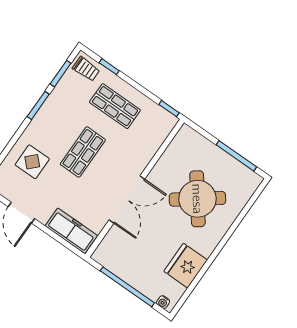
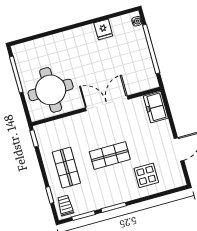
round table: (197, 199) -> (51, 90), moved, turned 36
freezer: (71, 231) -> (156, 107), width x0.71
fridge: (186, 266) -> (103, 29), width x0.53, depth x0.75

